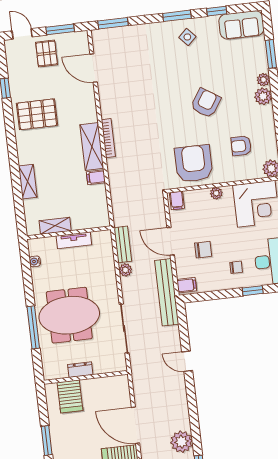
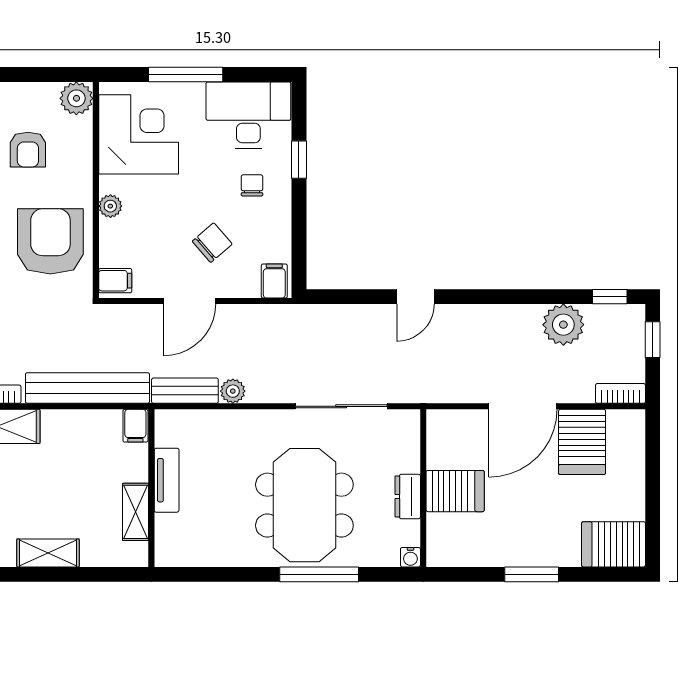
armchair: (194, 164) -> (50, 241), turned 90
filing cabinet: (96, 177) -> (135, 426), moved
chair: (203, 250) -> (212, 243), turned 49
water cooler: (35, 261) -> (410, 557), moved
bench: (167, 292) -> (87, 388), moved
server rack: (70, 396) -> (455, 491), moved

